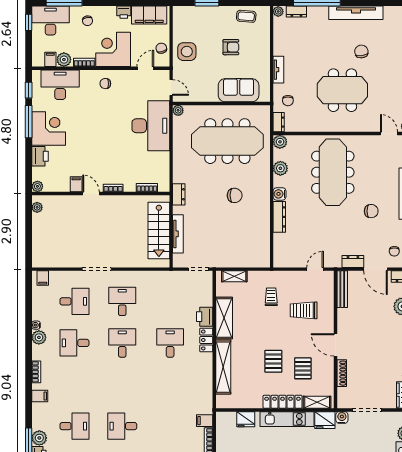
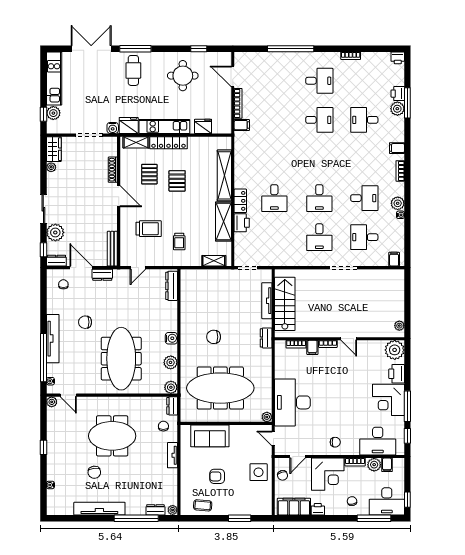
filing cabinet: (76, 184) -> (312, 347), moved
plant: (37, 186) -> (395, 350), width x1.88, depth x1.88
dresser: (279, 217) -> (172, 286), moved

